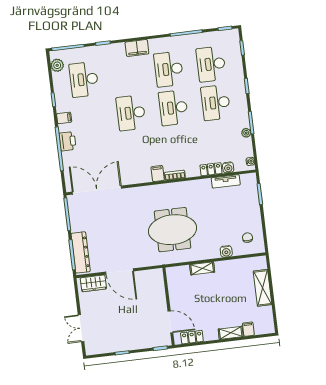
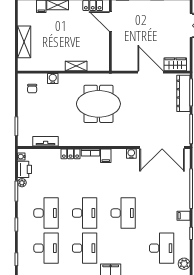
printer: (68, 141) -> (25, 169), moved, turned 180
water cooler: (228, 167) -> (131, 154), moved
locker: (211, 169) -> (71, 154), moved

